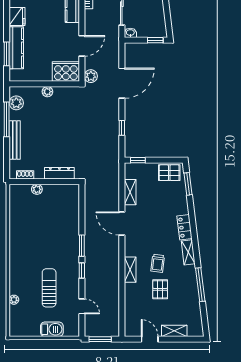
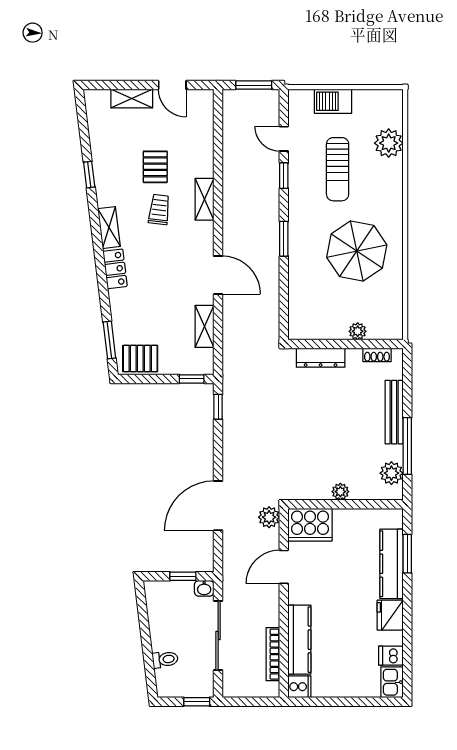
window: (155, 40) -> (183, 576), moved
window: (122, 128) -> (218, 407), moved
parasol: (37, 238) -> (357, 251), added
window: (82, 271) -> (284, 176), moved
window: (200, 285) -> (89, 175), width x0.46
plant: (14, 300) -> (389, 143), width x1.87, depth x1.87

